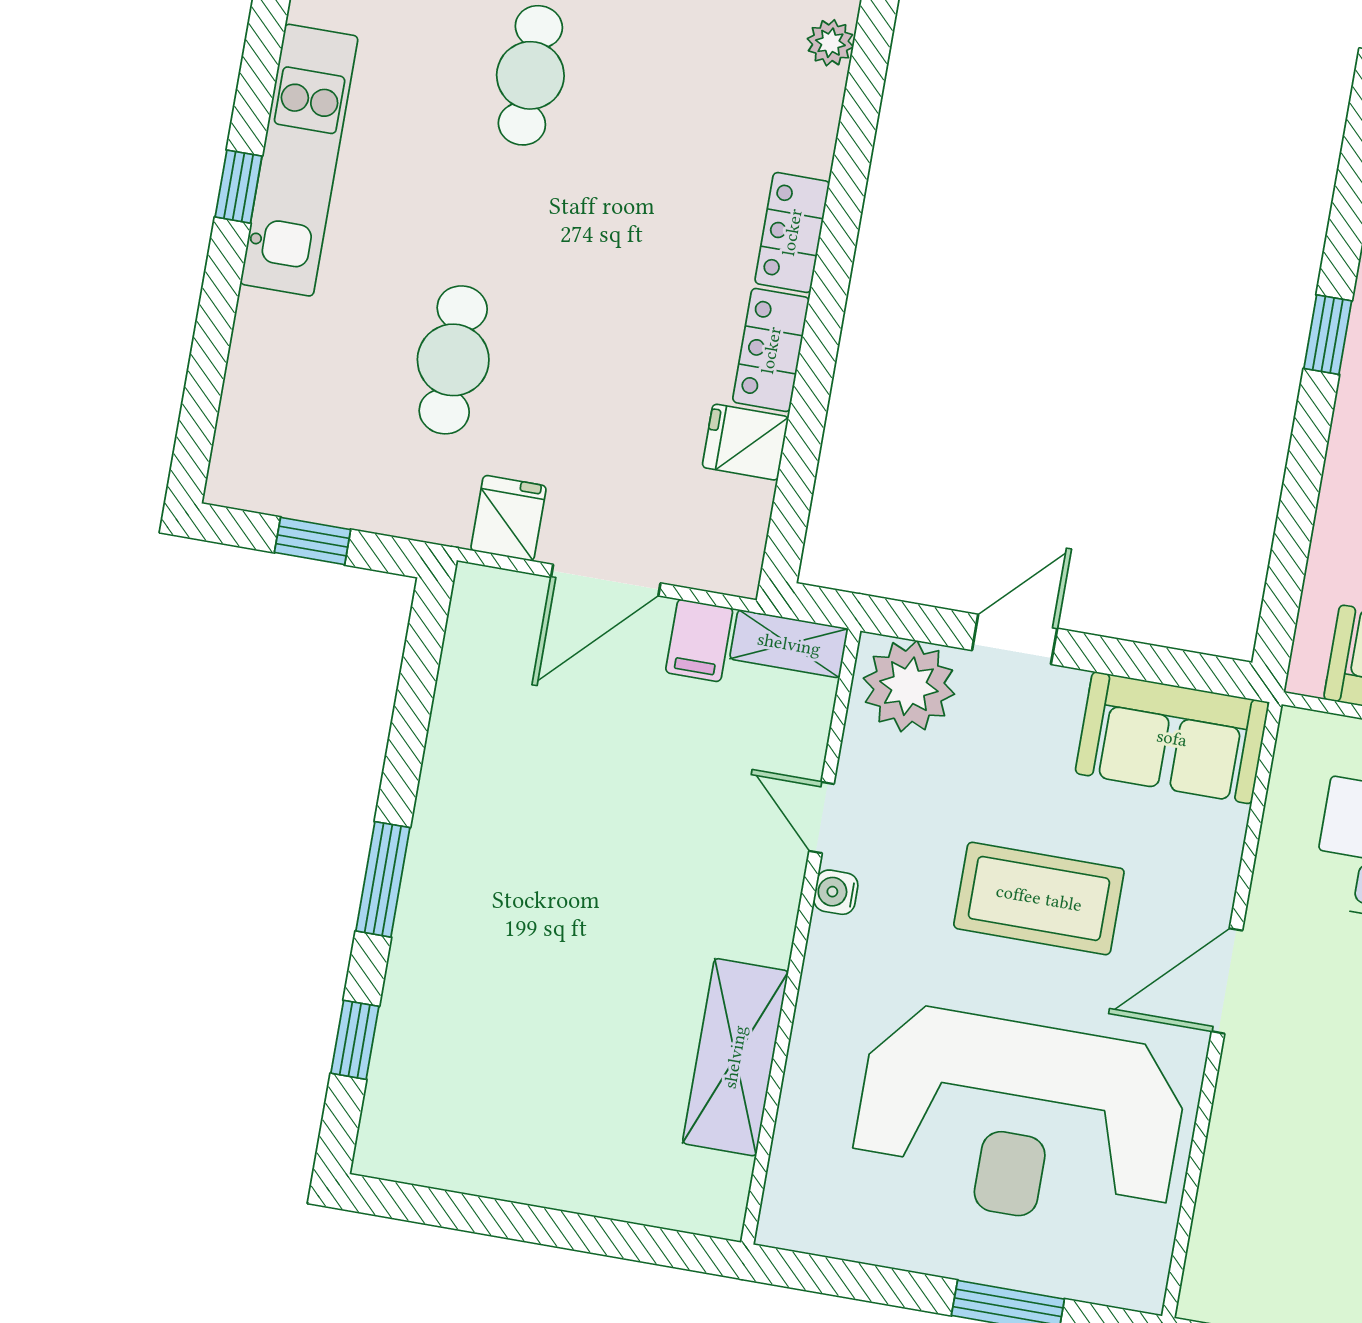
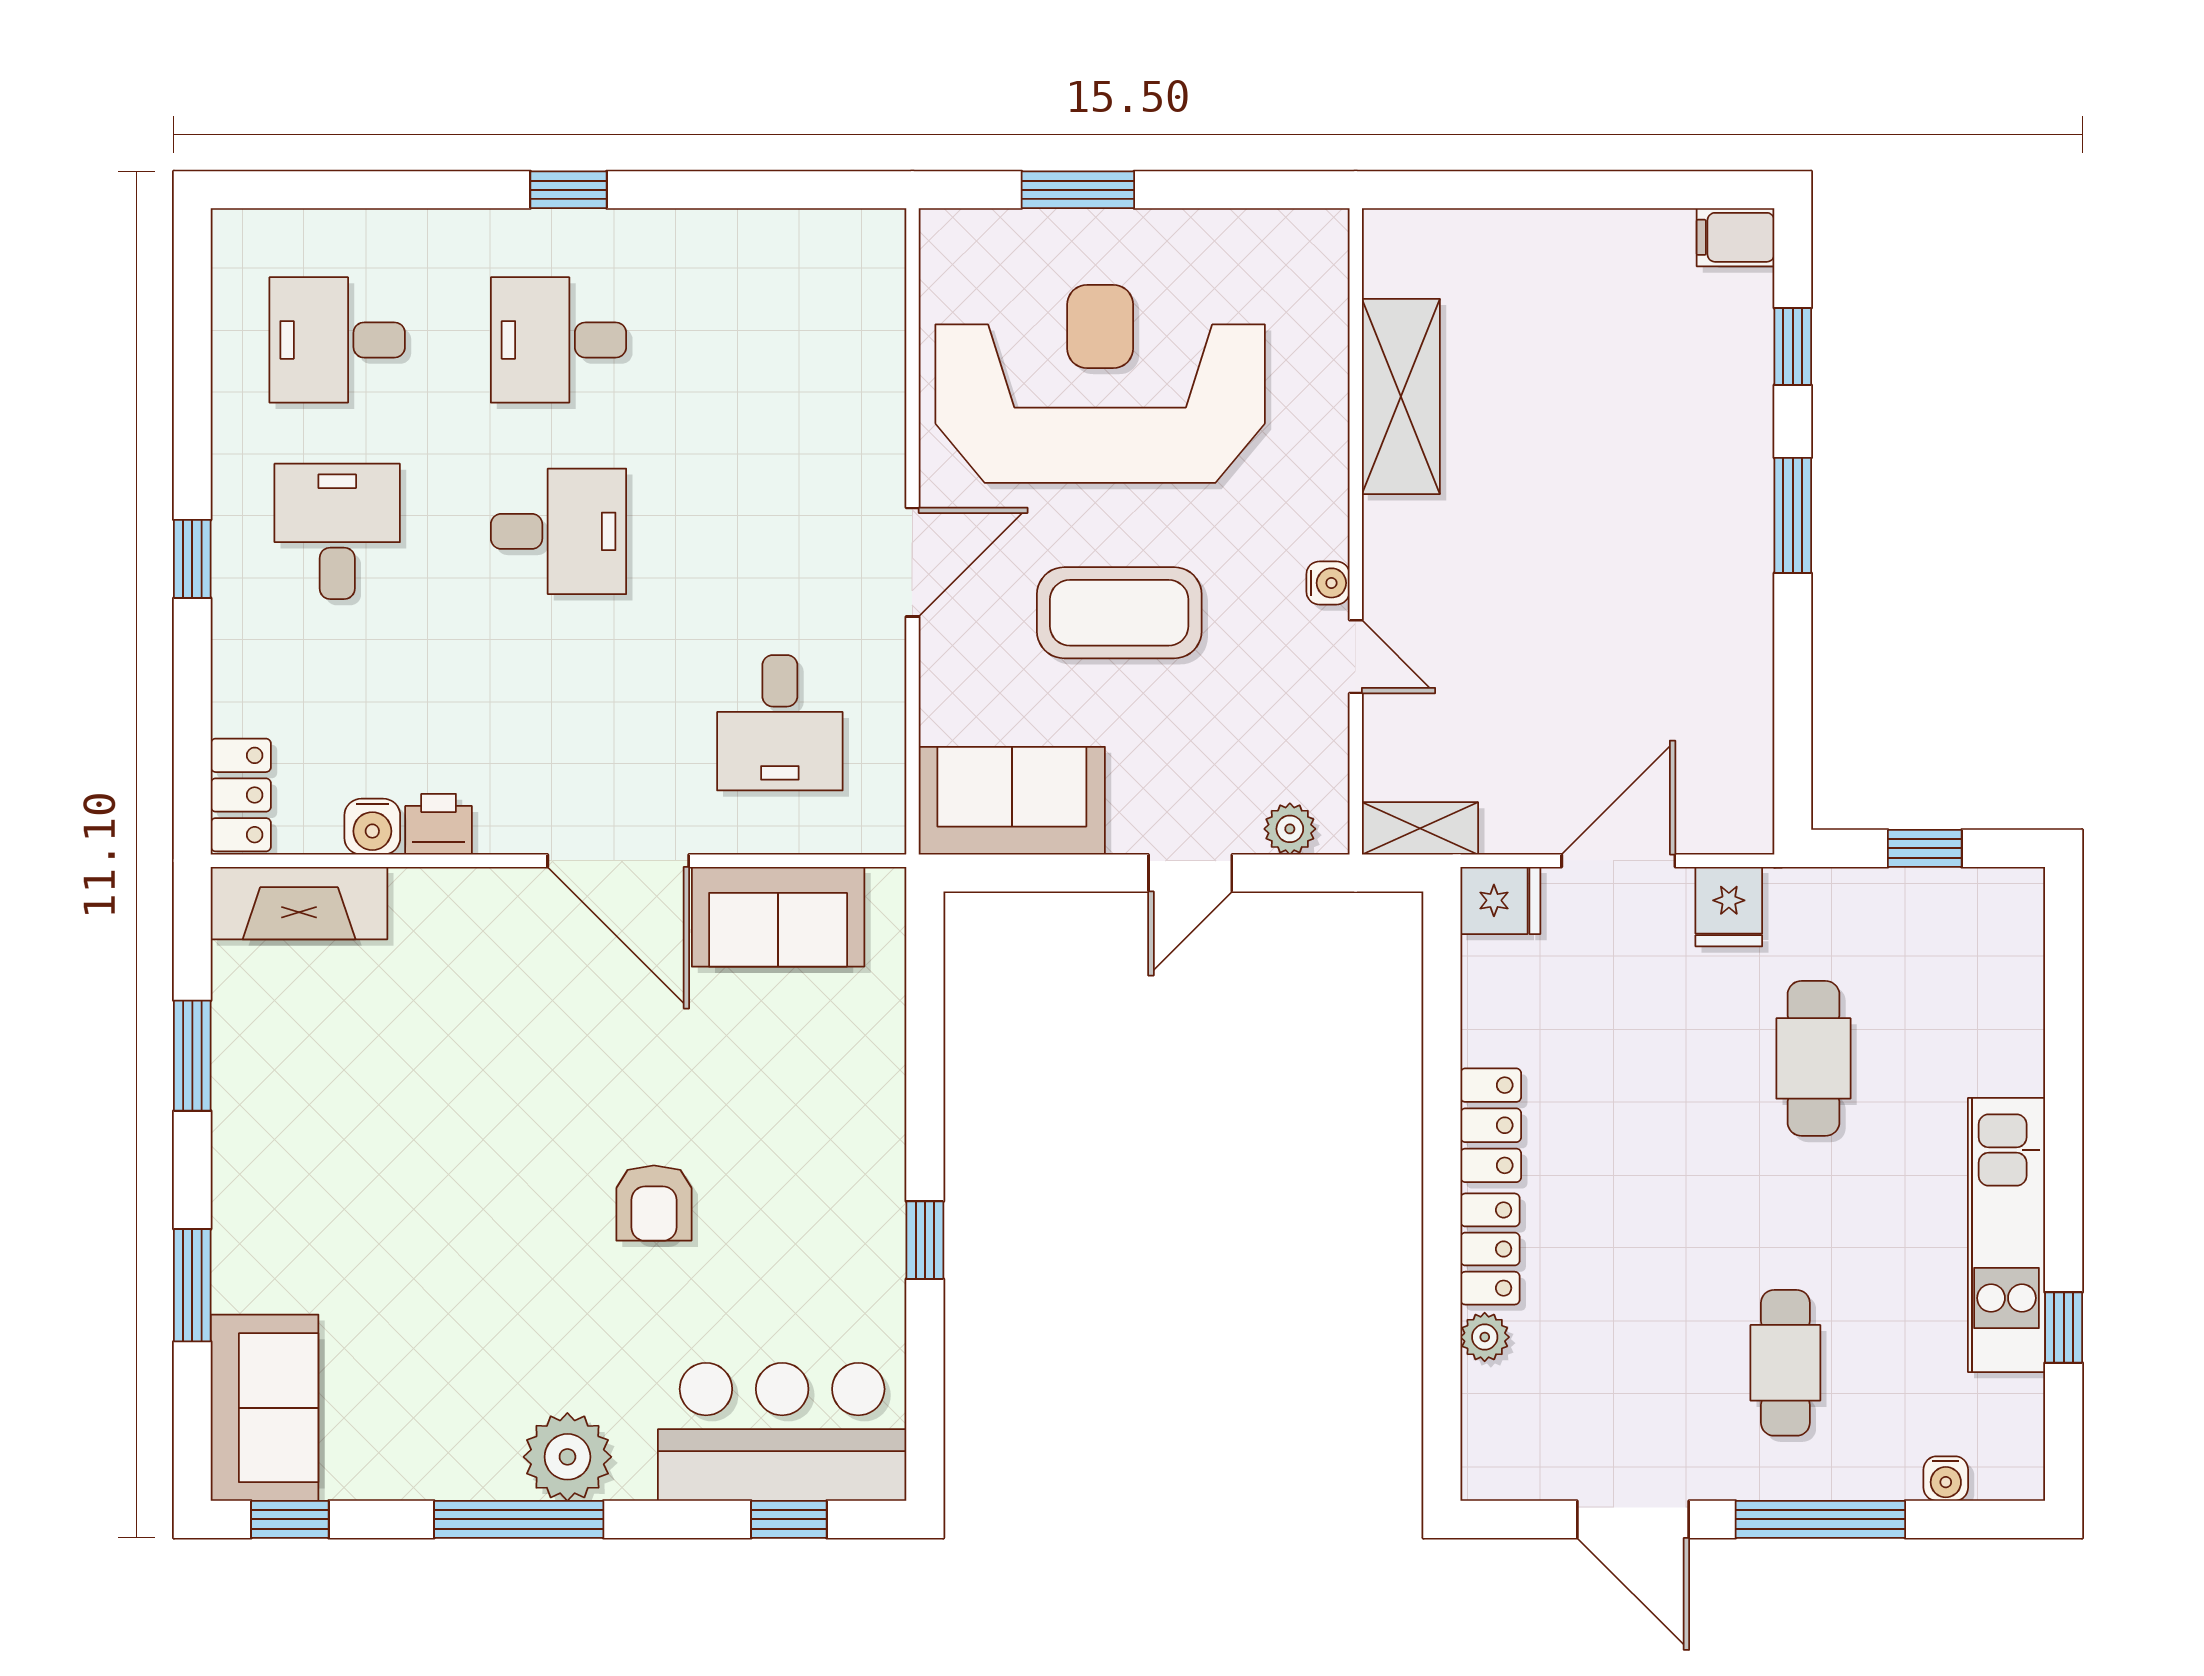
plant: (830, 43) -> (1485, 1337), moved
window: (239, 187) -> (2064, 1327), moved
fridge: (745, 442) -> (1500, 900), moved
filing cabinet: (699, 640) -> (1735, 237), moved, turned -90
plant: (909, 686) -> (1290, 829), width x0.53, depth x0.53

